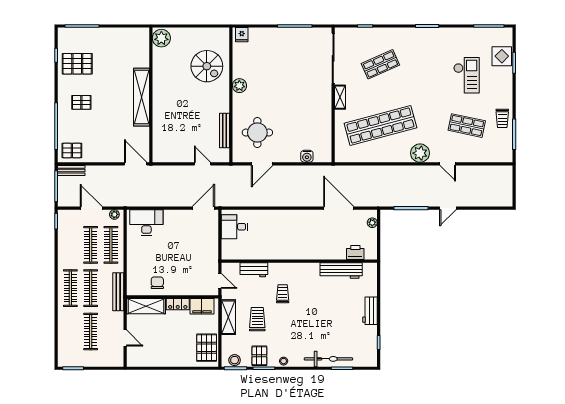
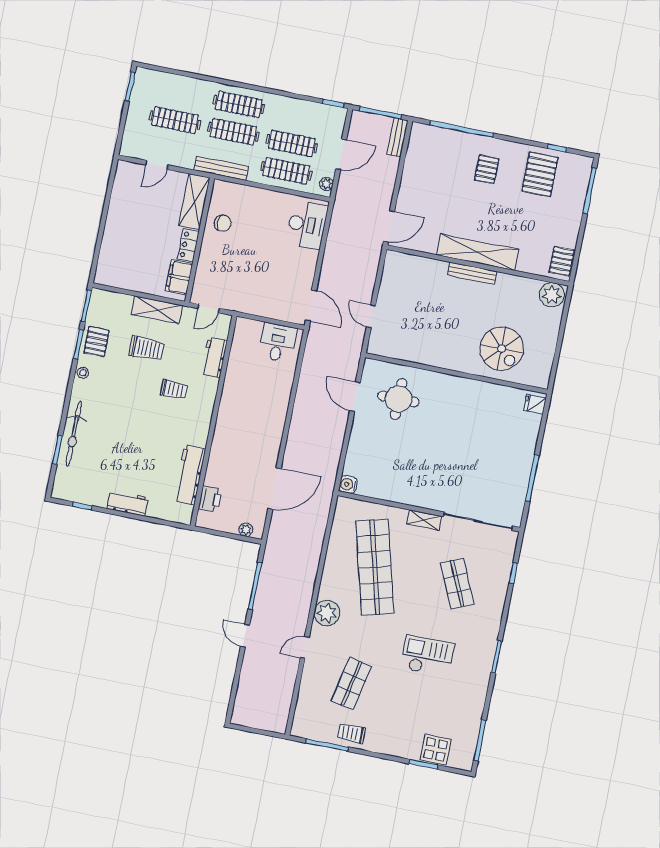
spiral stairs: (207, 66) -> (502, 349), turned -90
checkout: (467, 75) -> (427, 656), moved, turned 180
plant: (239, 86) -> (467, 387), removed
bench: (225, 130) -> (472, 273), moved
pallet: (72, 150) -> (562, 261), moved
water cooler: (307, 156) -> (348, 485), moved
door: (202, 164) -> (371, 316), swing flipped
pallet: (207, 348) -> (122, 272), removed
pallet: (259, 356) -> (97, 341), turned 90
stool: (235, 360) -> (97, 307), removed

